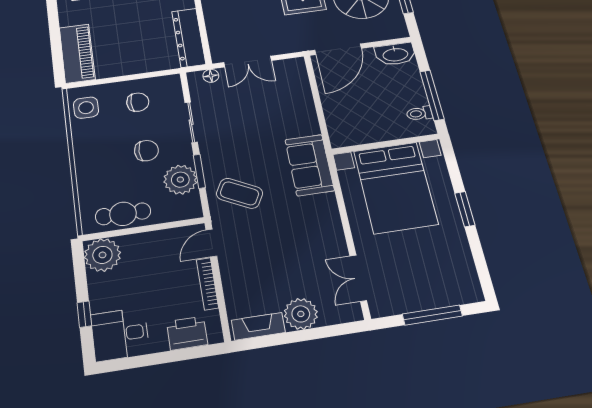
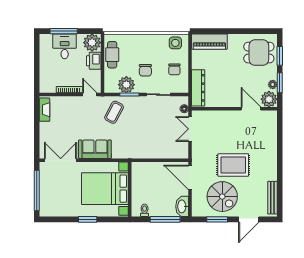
dresser: (189, 38) -> (198, 88), moved, turned 90
window: (432, 95) -> (165, 219), moved
sofa: (310, 165) -> (95, 149), moved
double door: (358, 278) -> (61, 160), width x1.37
window: (84, 314) -> (64, 31), width x2.17
plant: (301, 314) -> (47, 130), removed
window: (432, 315) -> (37, 190), width x1.46
printer: (187, 333) -> (94, 61), moved, turned 180
desk: (120, 334) -> (65, 46), moved

